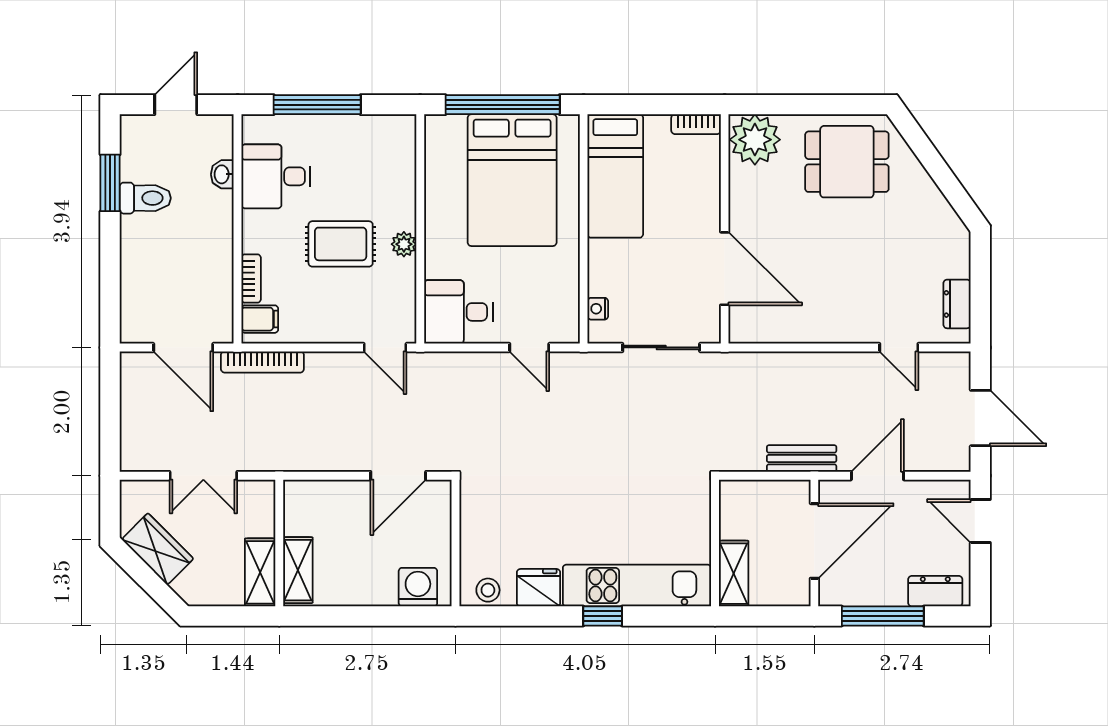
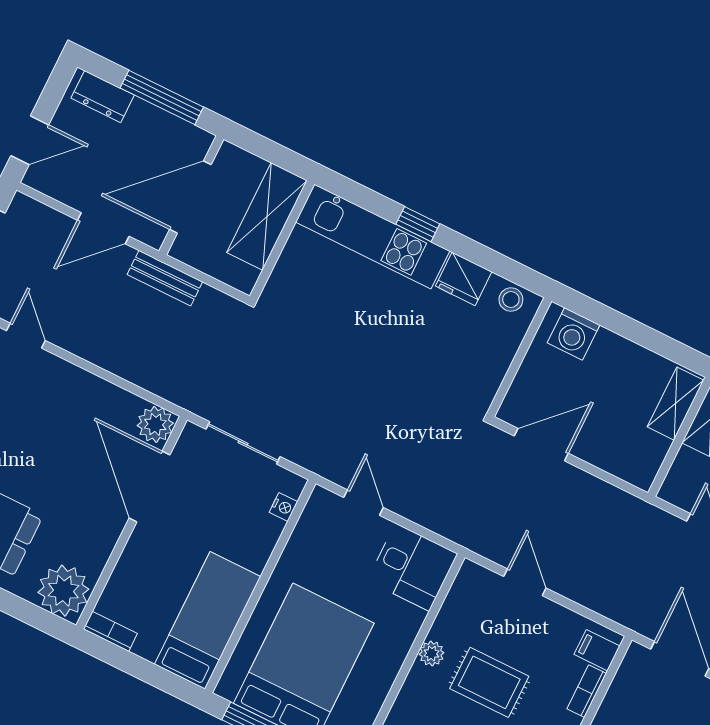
plant: (746, 326) -> (155, 424), added
door: (385, 347) -> (525, 582), moved
bookcase: (262, 362) -> (614, 610), removed
door: (980, 521) -> (30, 140), hinge flipped
shelving: (734, 574) -> (267, 216), width x1.50, depth x1.33

